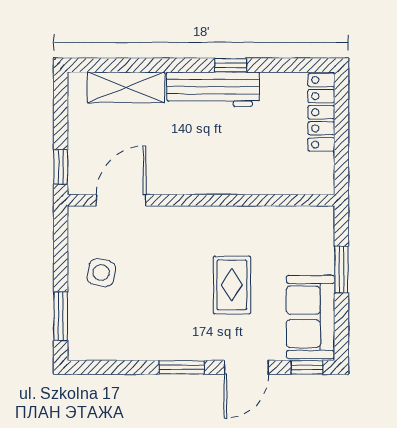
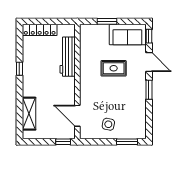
workbench: (213, 89) -> (68, 57), moved, turned 180

